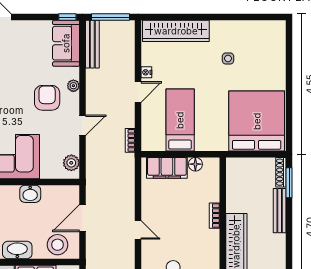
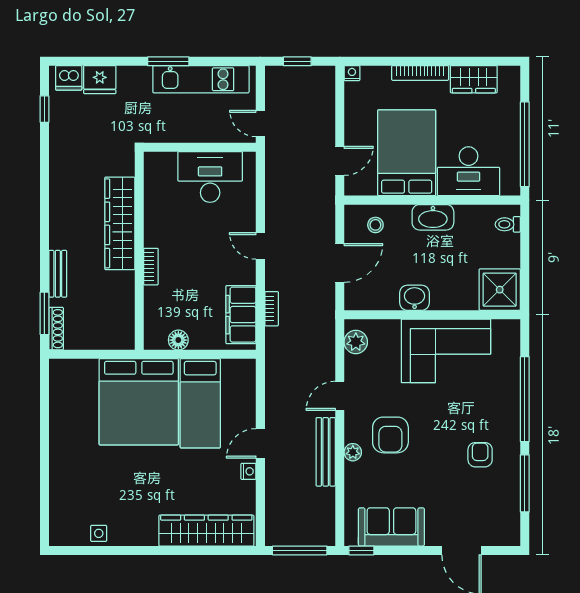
sofa: (66, 43) -> (391, 527), moved, turned -90
bench: (92, 44) -> (326, 452), moved
side table: (228, 58) -> (99, 533), moved
bed: (257, 121) -> (139, 402), moved
bookcase: (130, 140) -> (272, 309), moved
filing cabinet: (167, 168) -> (241, 315), moved, turned -90
bench: (280, 211) -> (58, 274), width x0.73
stool: (58, 245) -> (375, 225), width x0.53, depth x0.53

